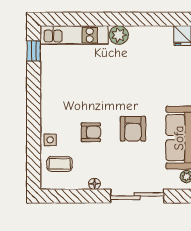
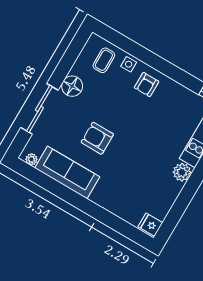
armchair: (91, 132) -> (147, 85), moved
floor lamp: (94, 184) -> (72, 86), width x1.89, depth x1.89

